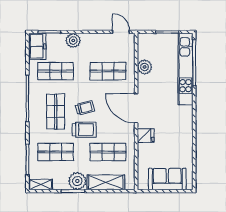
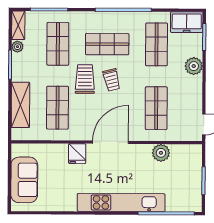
kitchen unit: (186, 69) -> (121, 203), moved
trolley: (84, 130) -> (85, 79), turned 180
plant: (77, 181) -> (17, 47), moved, width x0.53, depth x0.53

